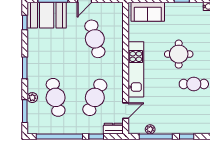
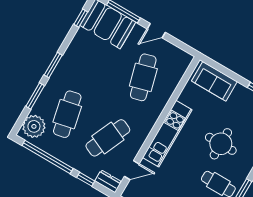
plant: (32, 98) -> (34, 126), moved, width x1.87, depth x1.87
window: (25, 111) -> (35, 96), moved

